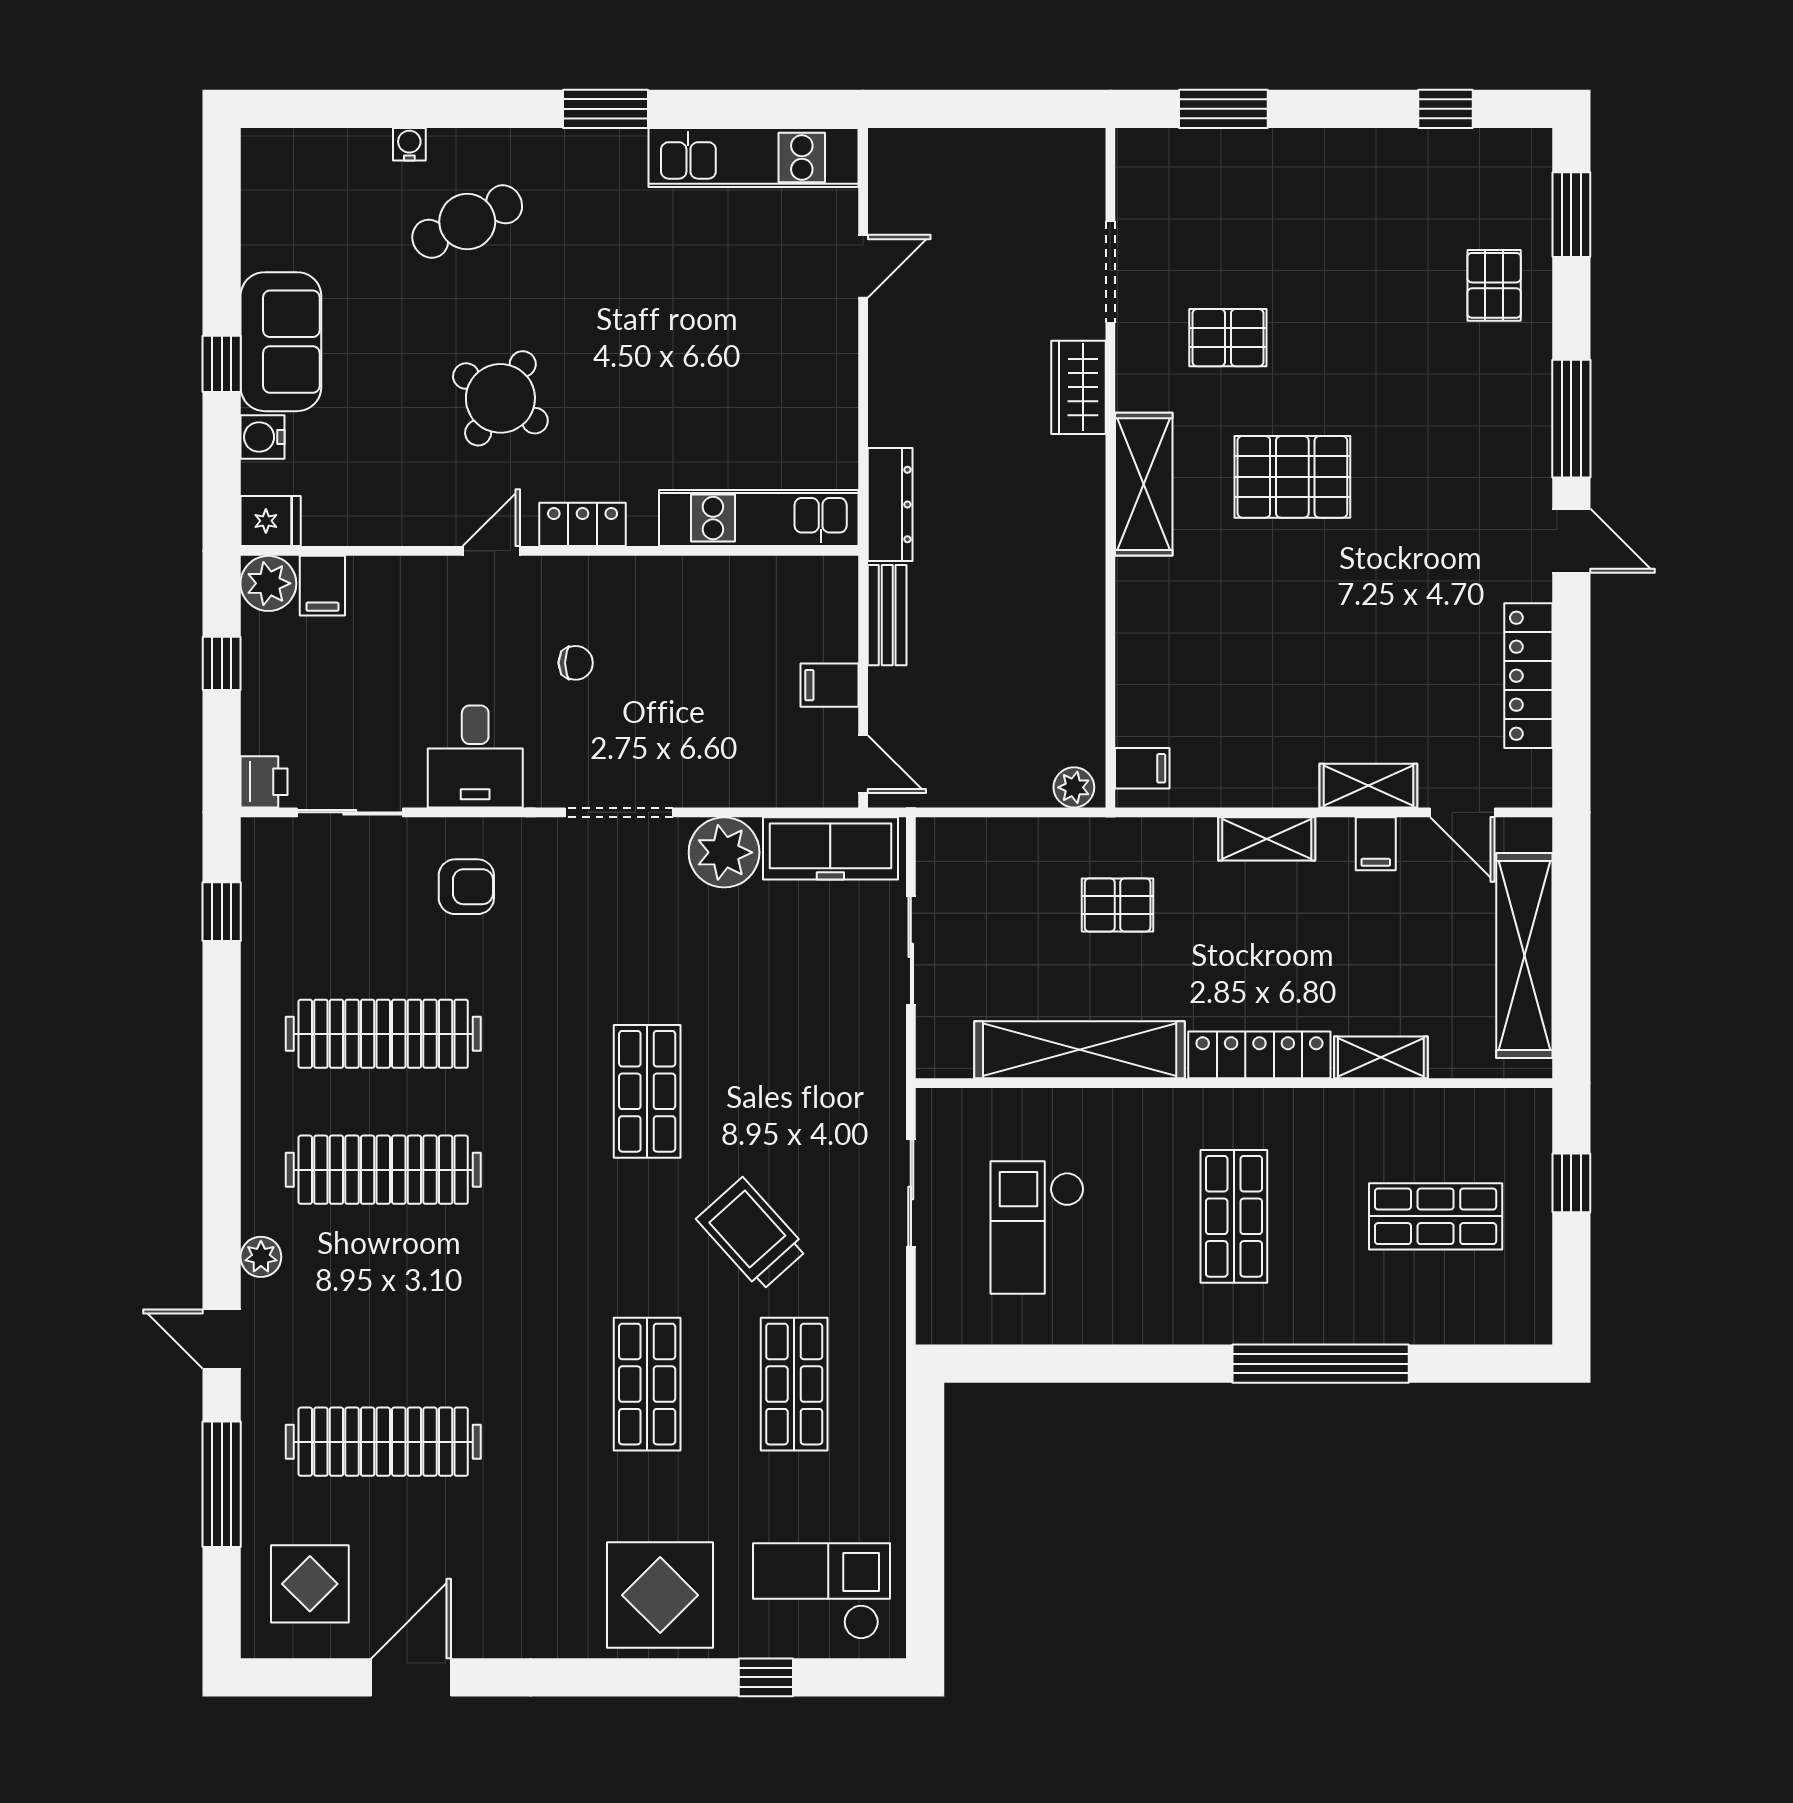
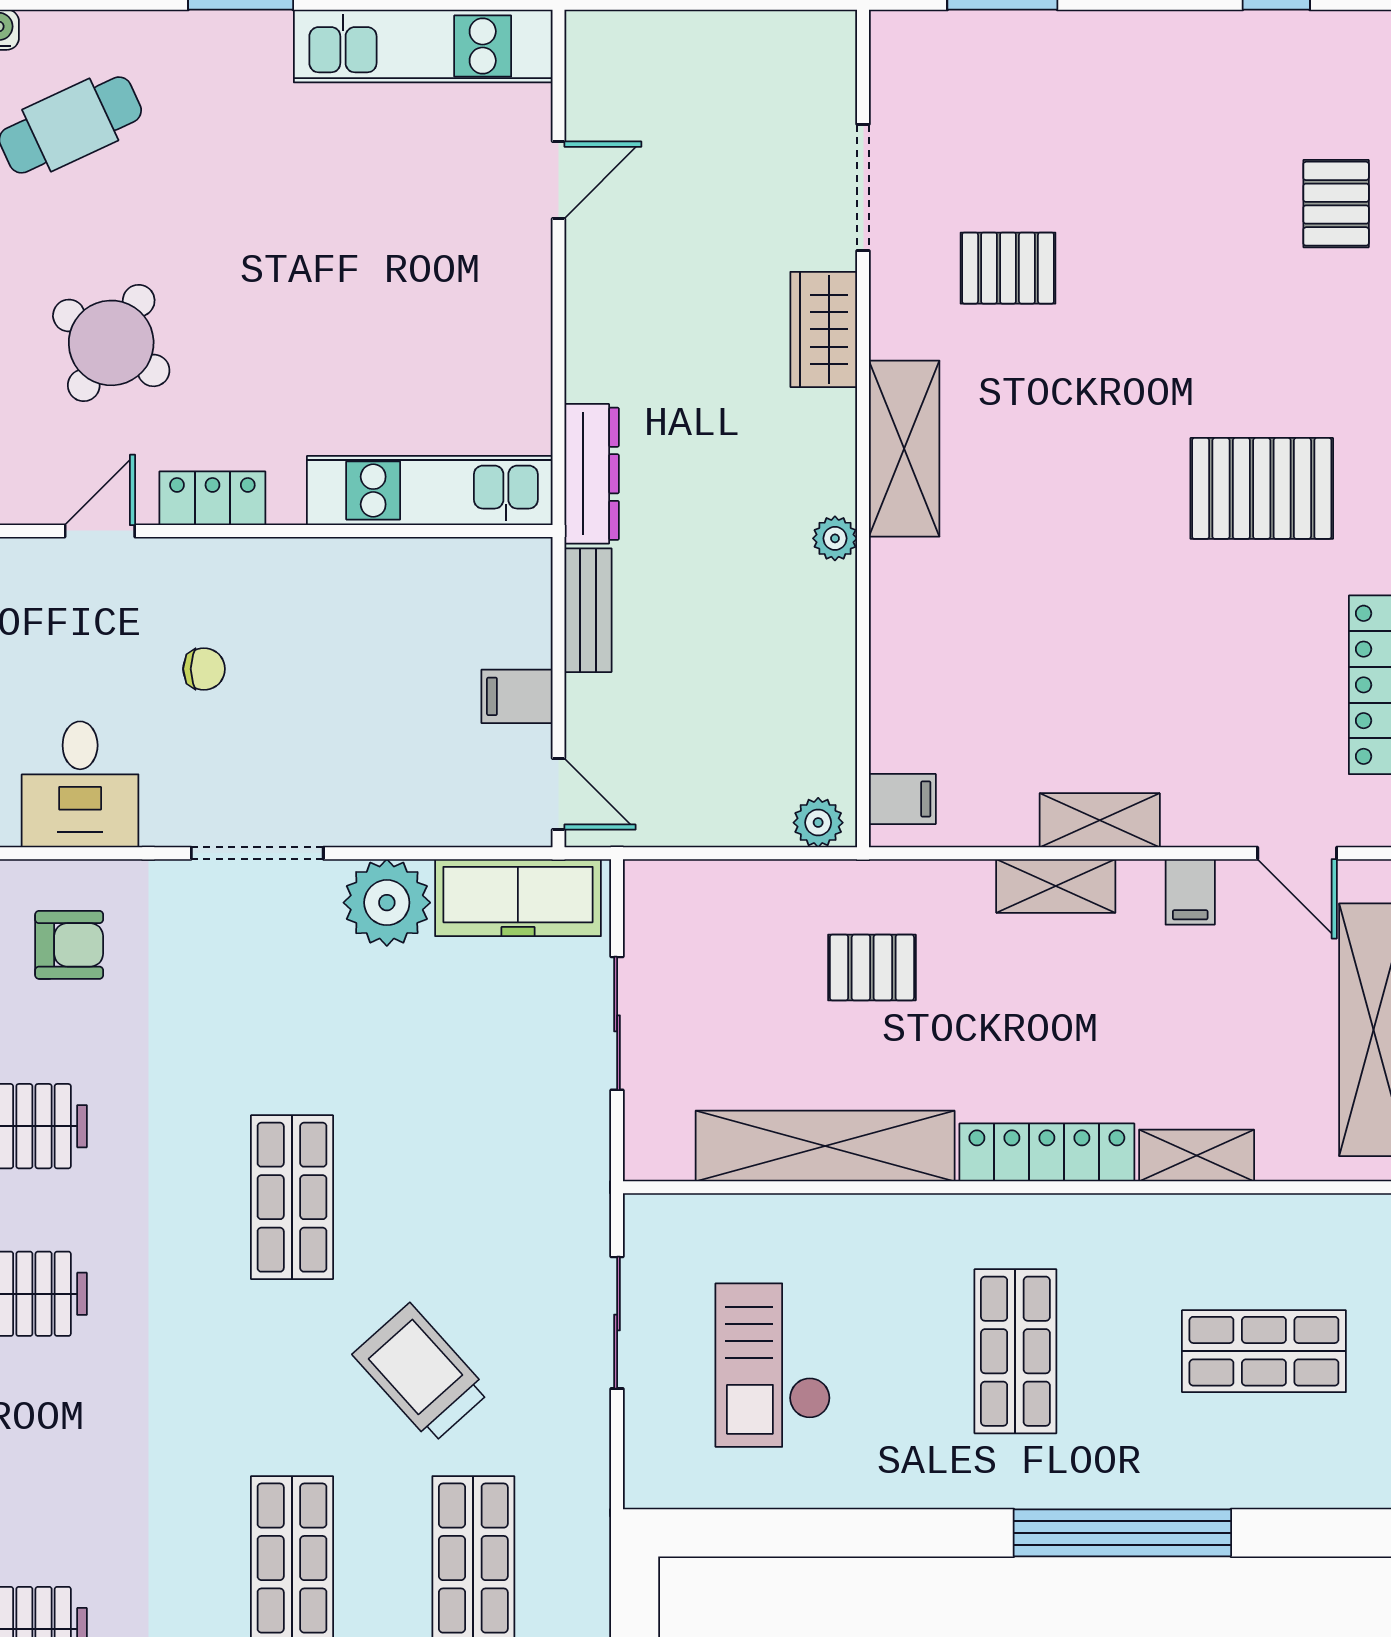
pallet: (1292, 477) -> (1262, 488), moved
plant: (1088, 557) -> (835, 538), added
shelving: (1368, 786) -> (1100, 820), moved

